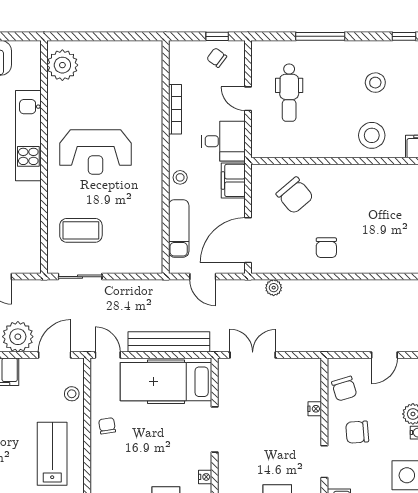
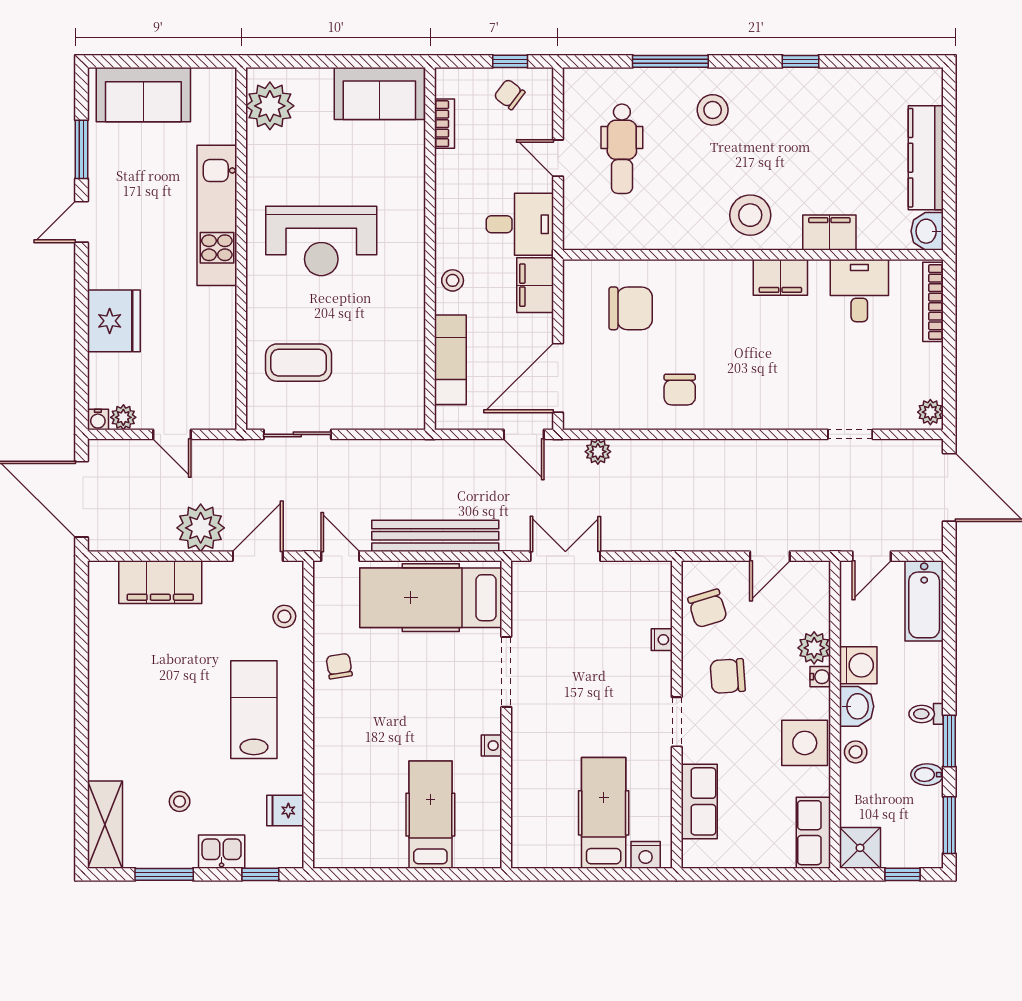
sofa: (133, 57) -> (379, 93), added
stool: (375, 83) -> (713, 110), moved
bookcase: (175, 109) -> (445, 124), moved, width x0.64
filing cabinet: (391, 175) -> (780, 277), added
chair: (295, 195) -> (631, 308), turned -50
door: (203, 277) -> (524, 434), moved

